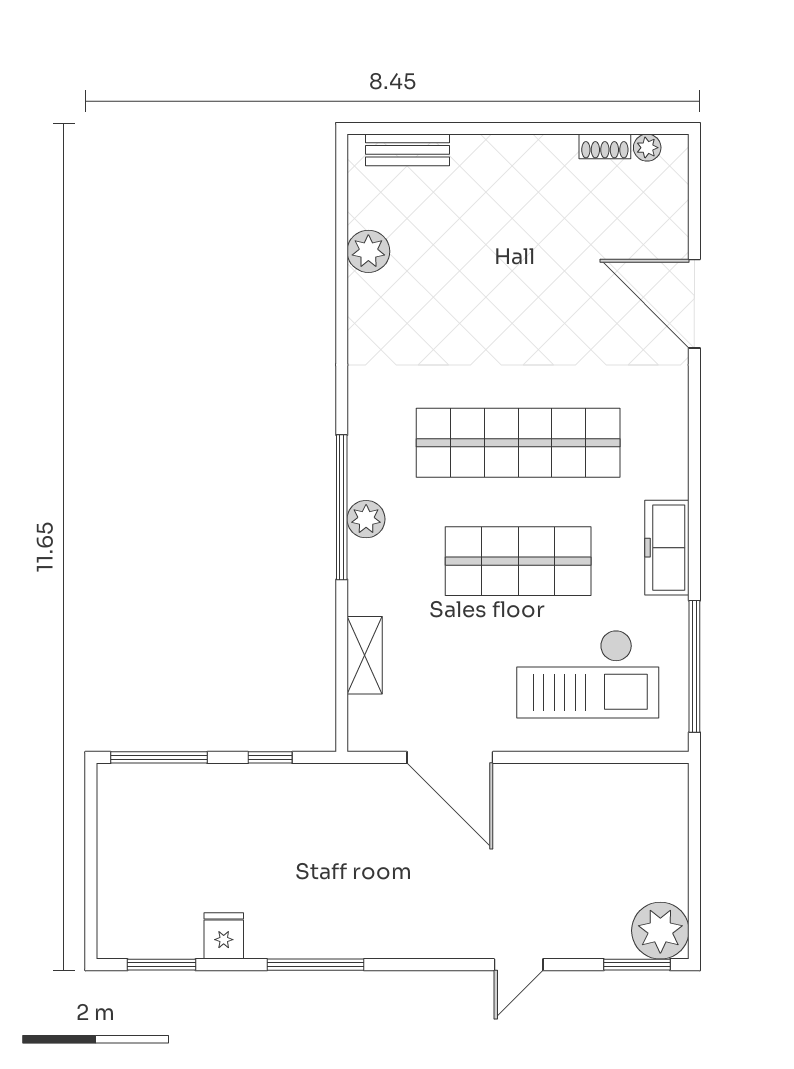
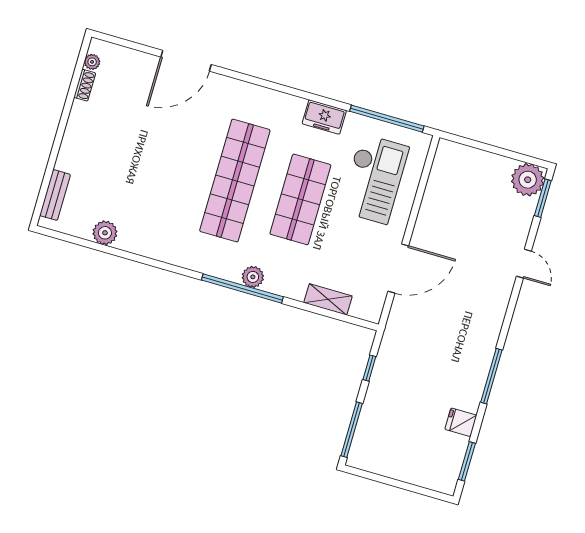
freezer: (667, 548) -> (324, 117), width x0.71

